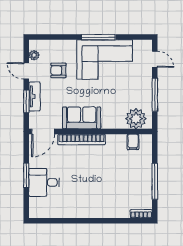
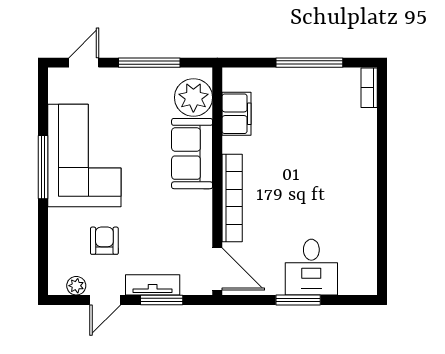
armchair: (58, 70) -> (104, 241), turned 180
sofa: (82, 118) -> (192, 154), moved
filing cabinet: (133, 142) -> (237, 114), width x2.00

